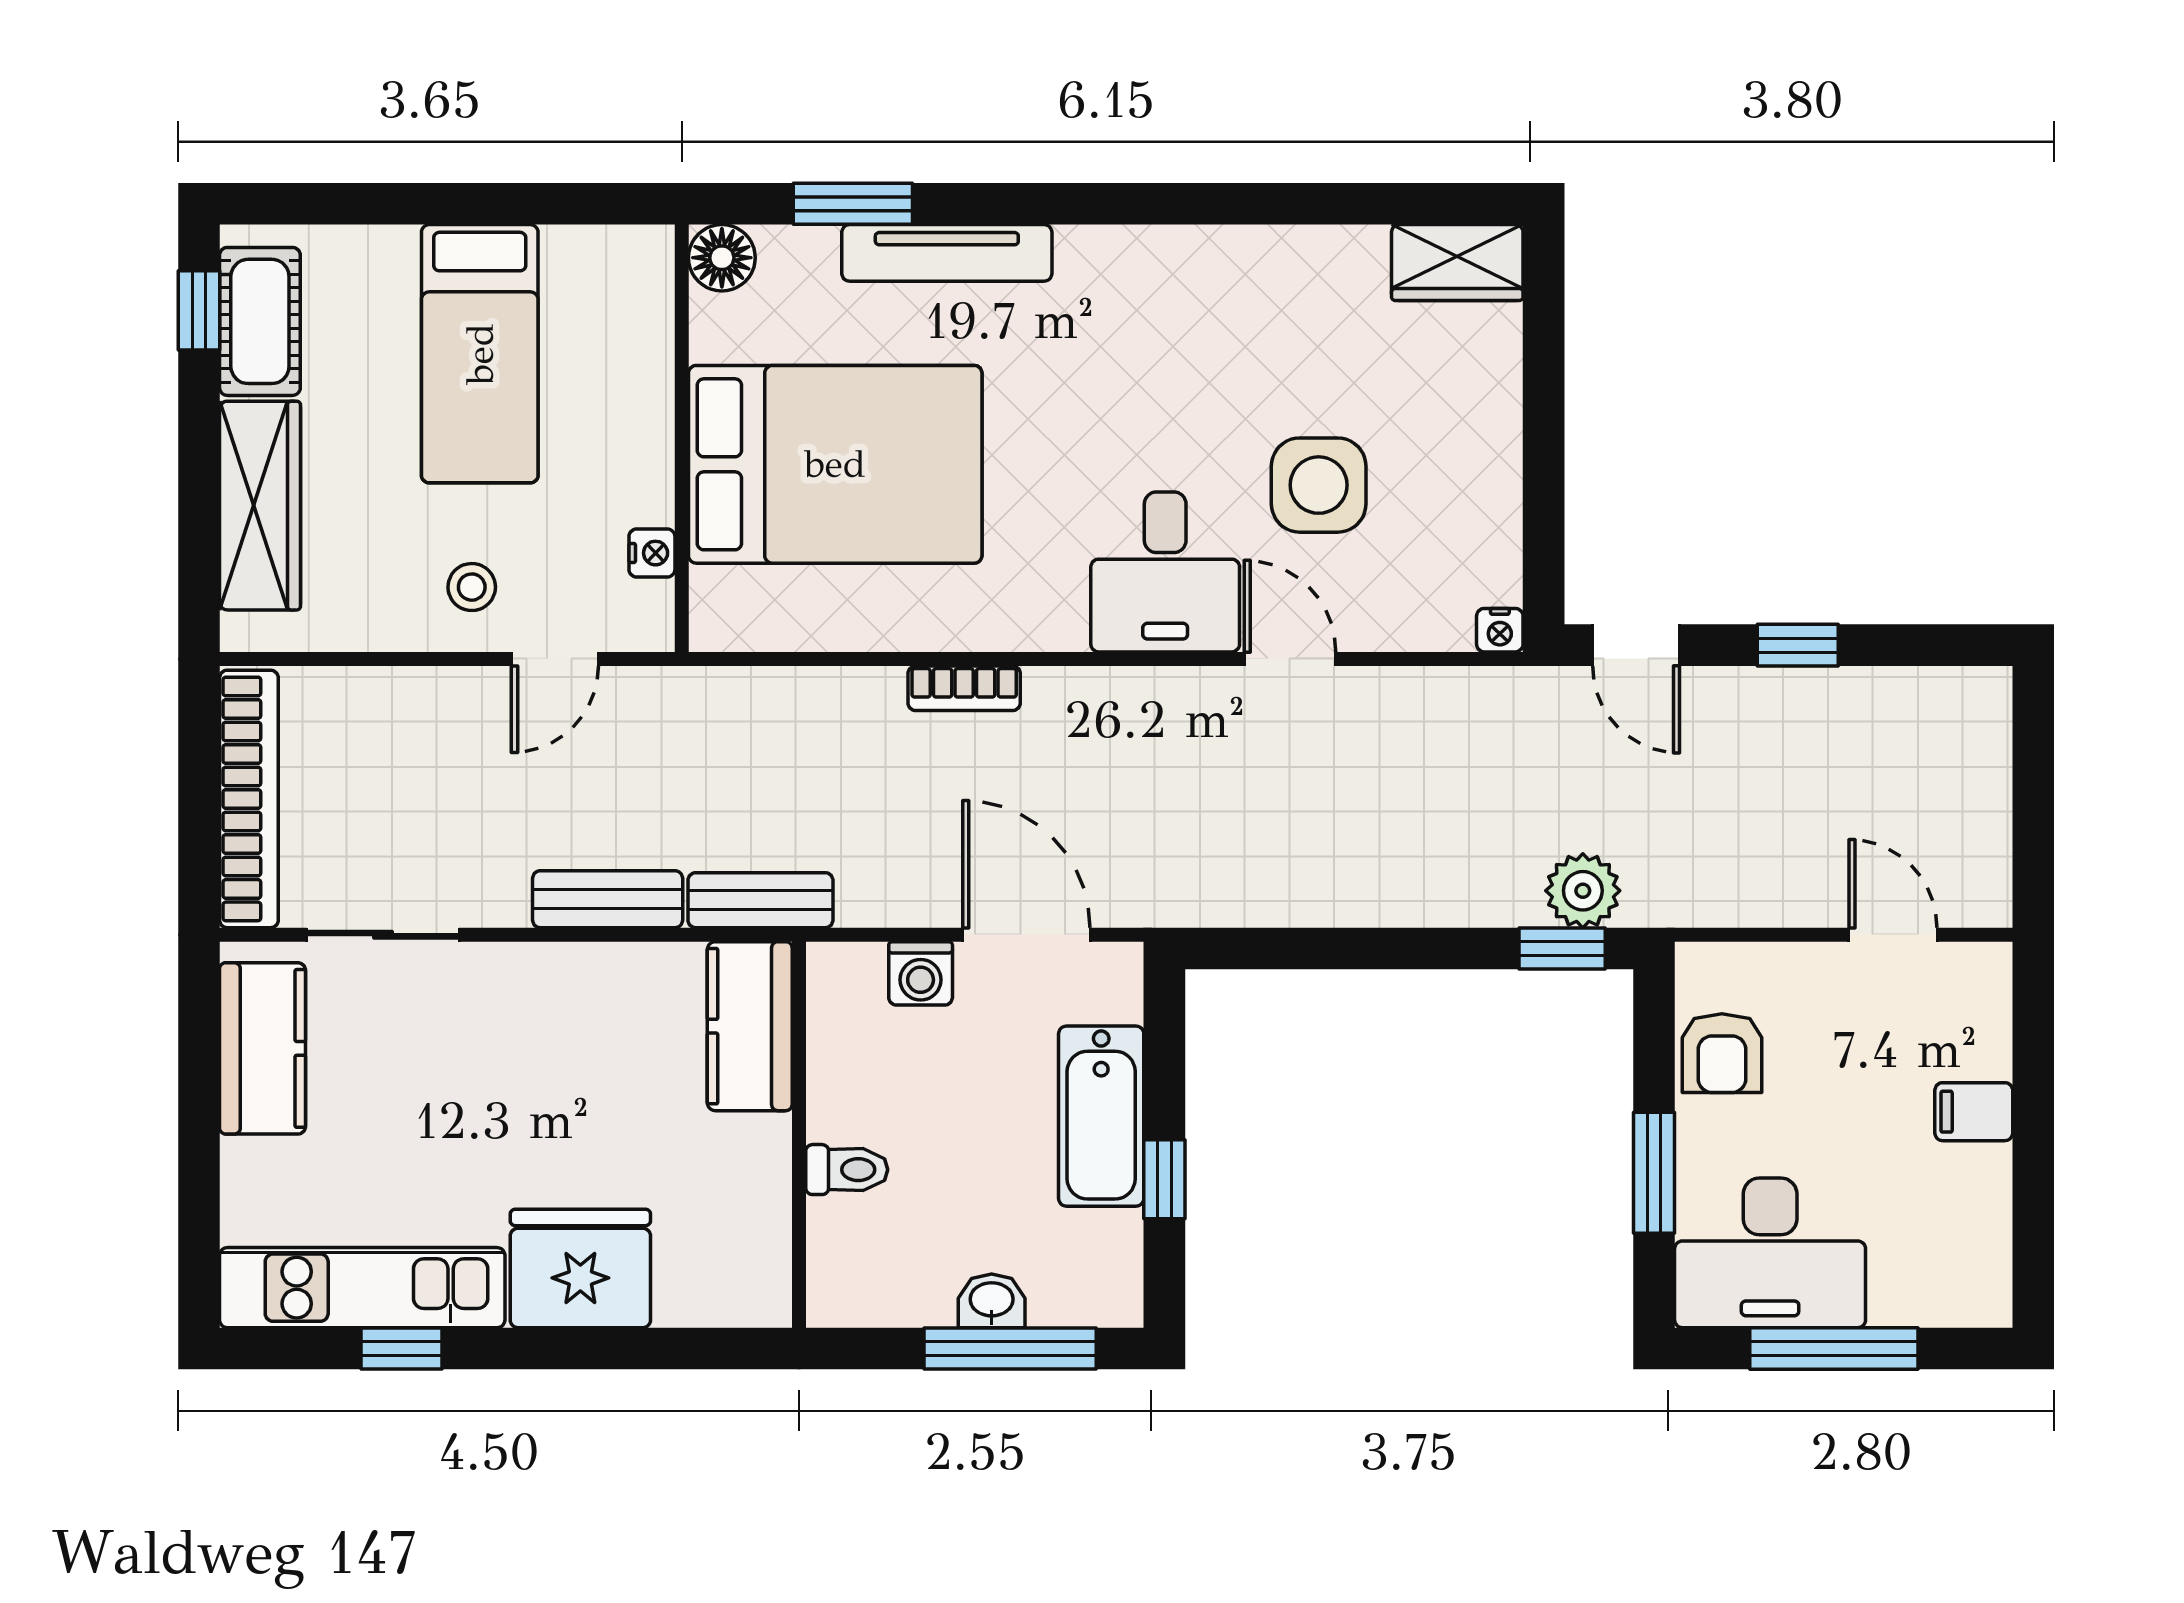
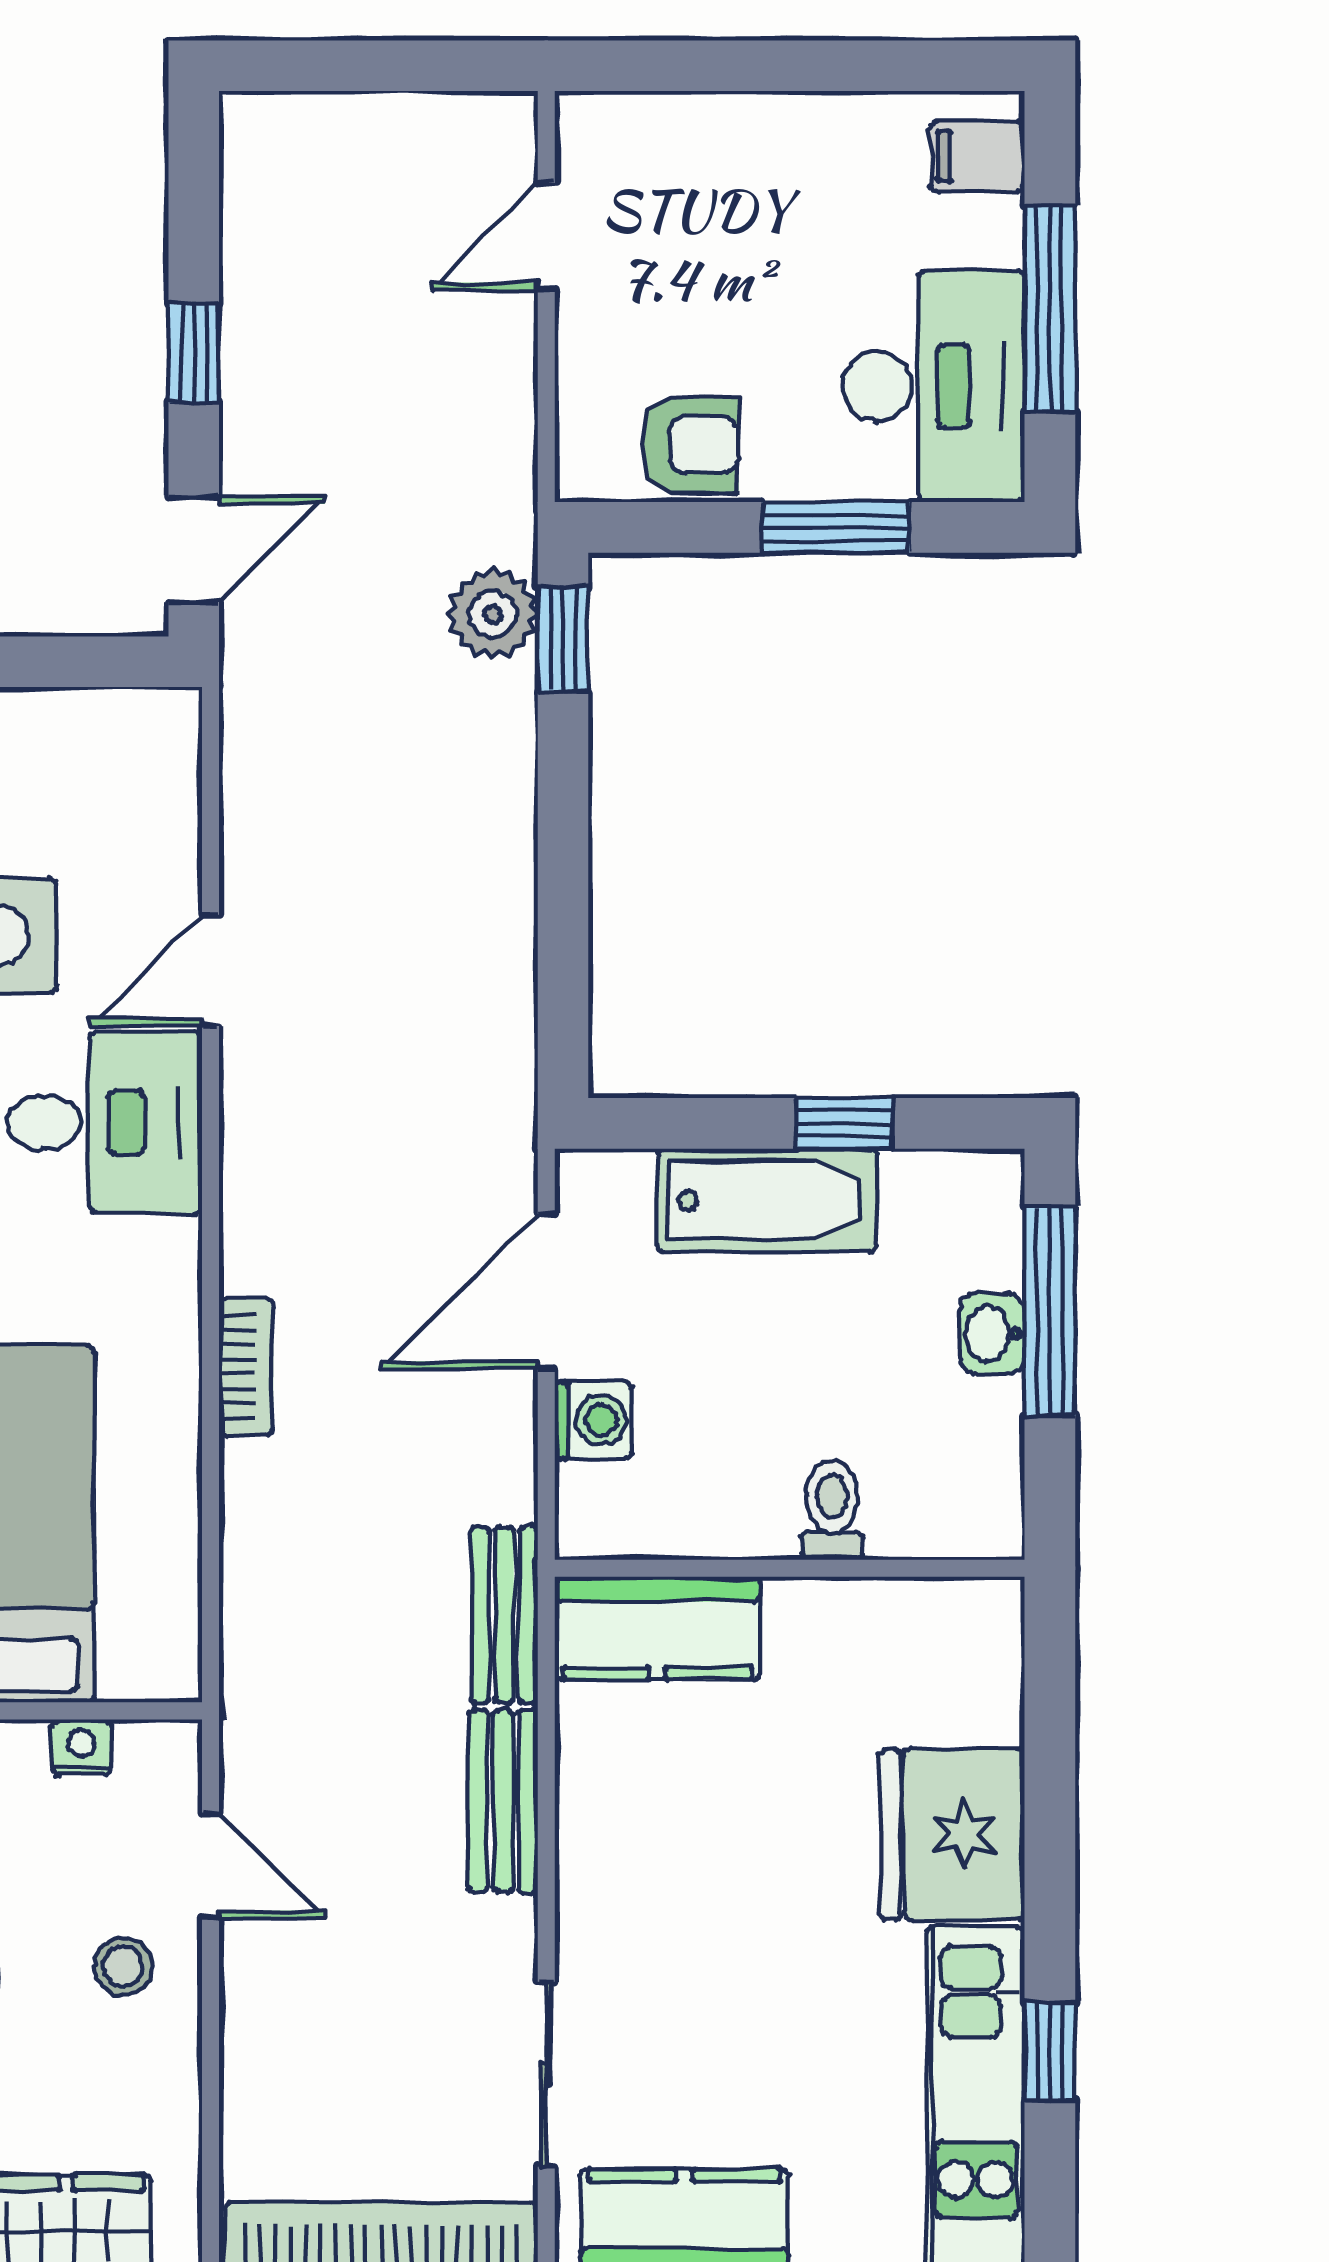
nightstand: (1500, 630) -> (175, 715), removed
filing cabinet: (1974, 1112) -> (977, 156), moved, turned 90

